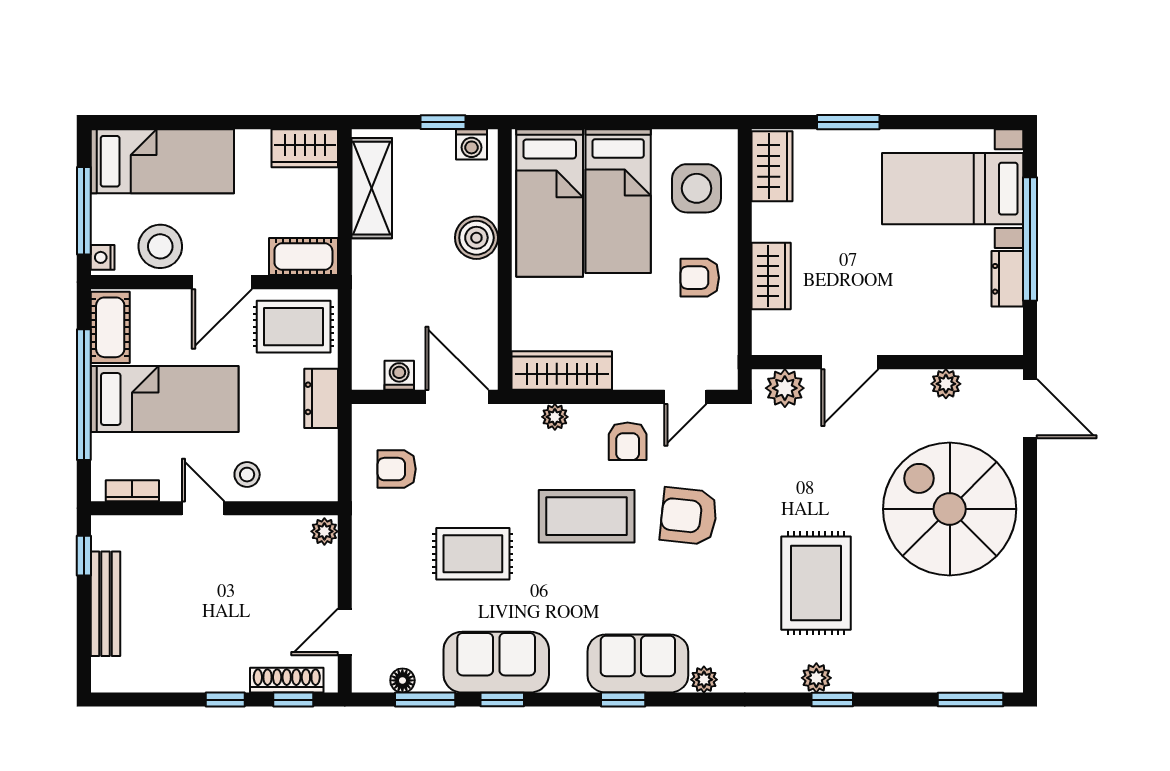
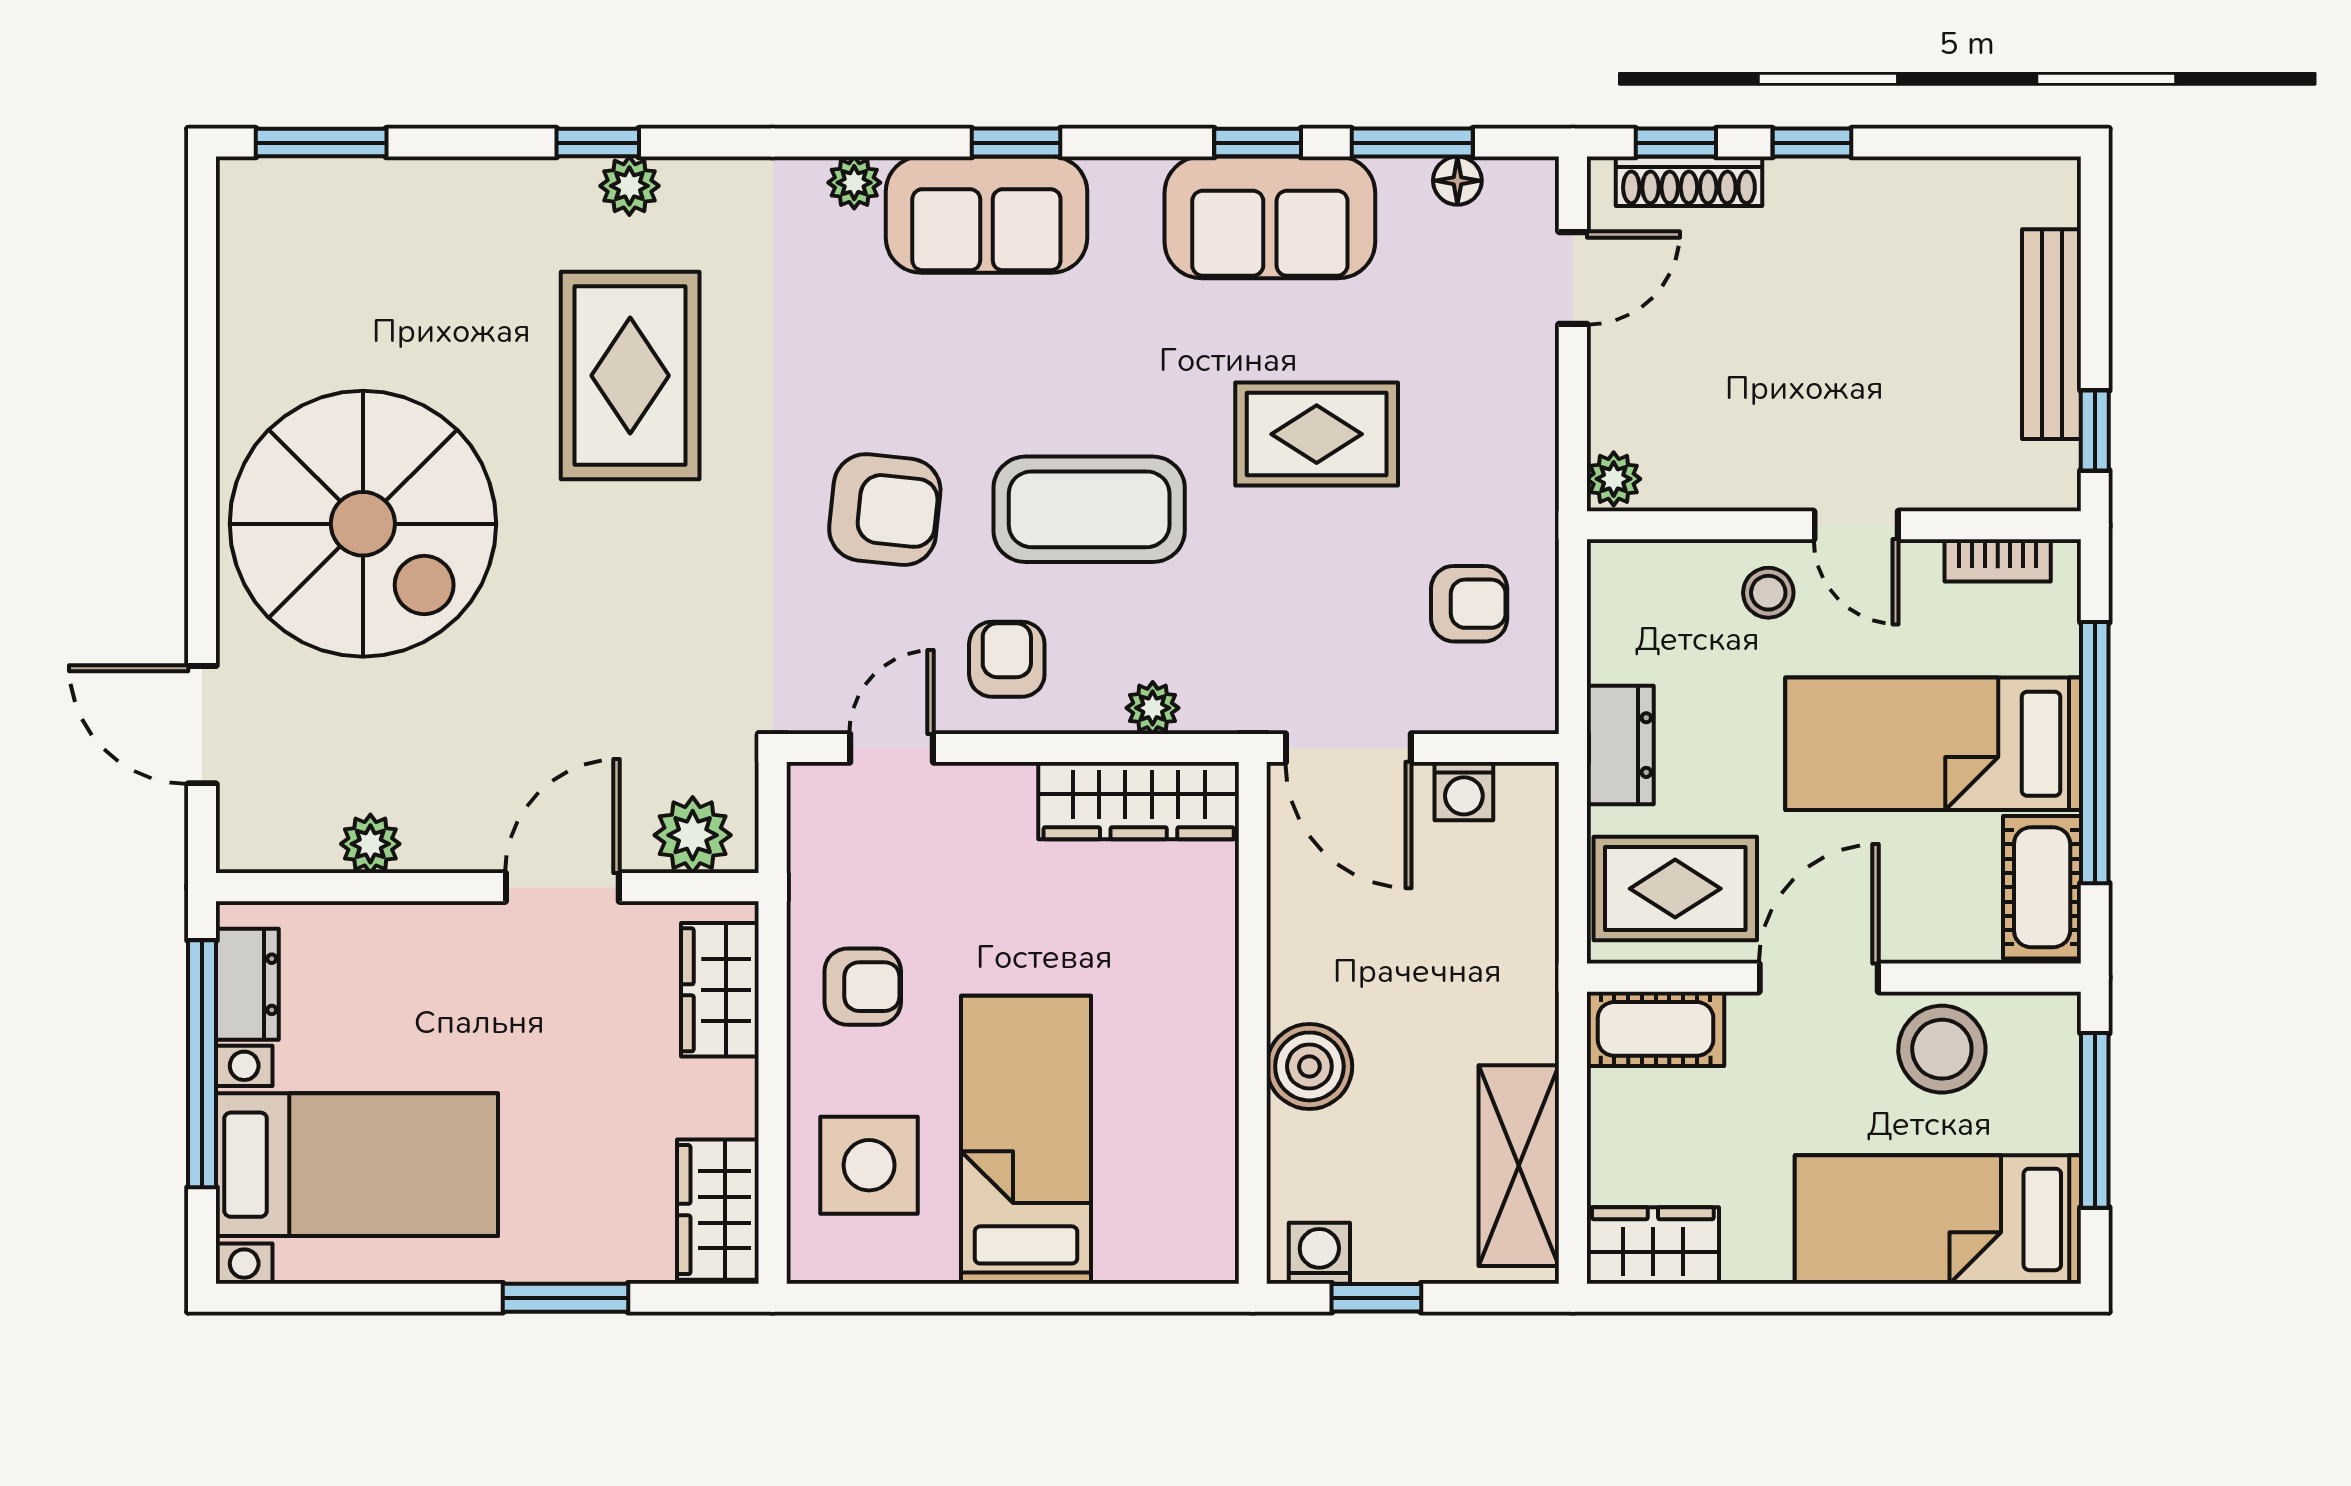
bed: (550, 203) -> (1163, 1136), removed
nightstand: (103, 257) -> (2057, 1027), removed
door: (850, 362) -> (562, 887), moved
wall: (887, 362) -> (487, 887), moved
plant: (946, 384) -> (370, 844), moved
plant: (785, 388) -> (693, 835), moved

